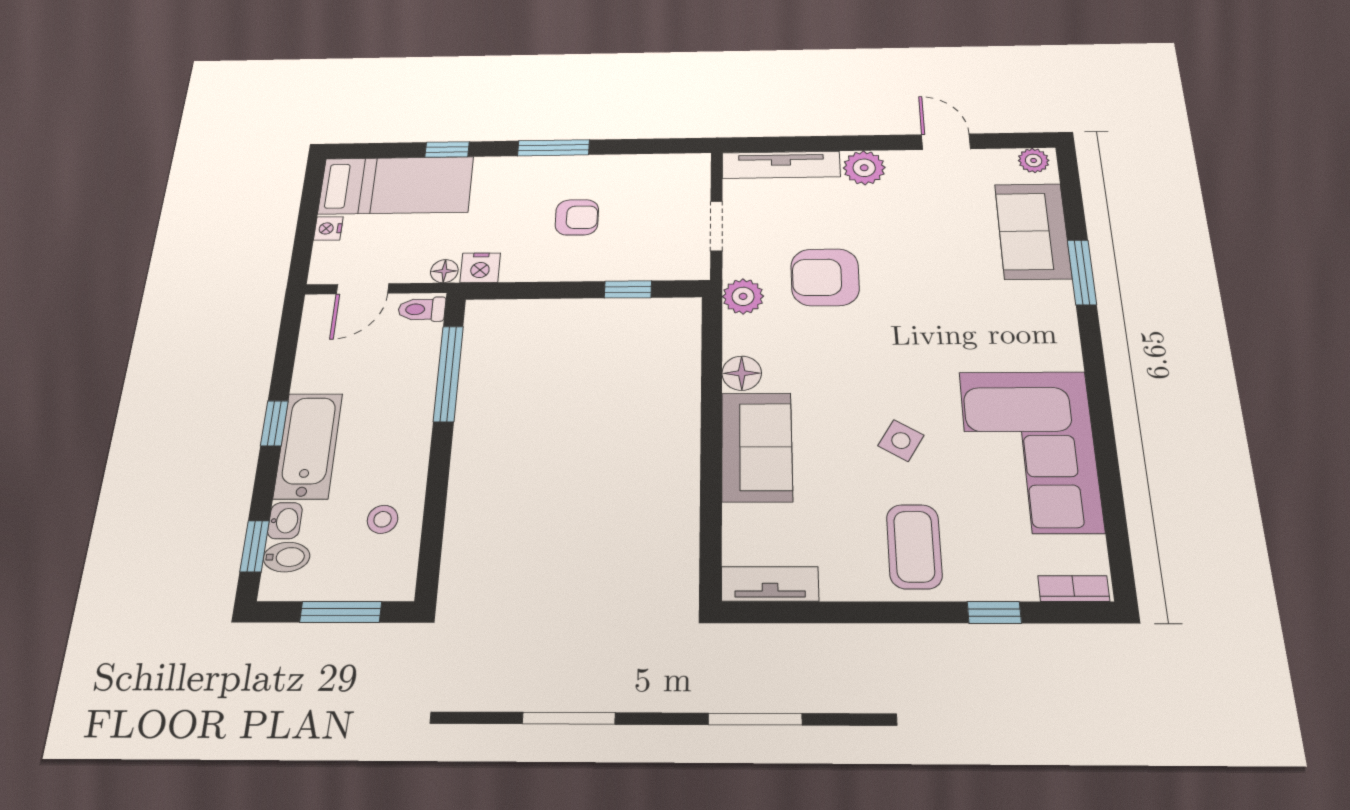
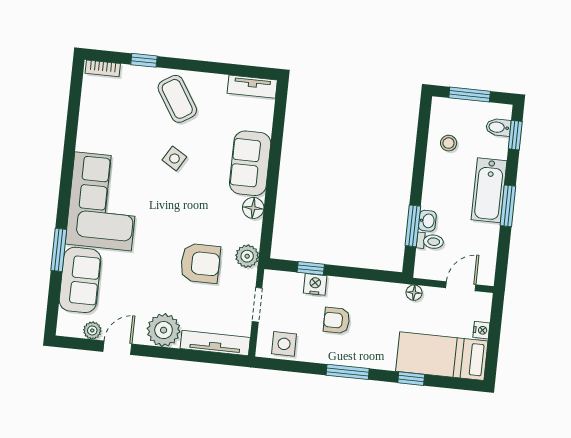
door: (946, 142) -> (117, 348), swing flipped
plant: (1034, 161) -> (92, 330), moved
plant: (864, 168) -> (164, 330), width x1.36, depth x1.36
side table: (664, 175) -> (284, 344), added
nightstand: (480, 268) -> (315, 284), moved
toilet: (422, 309) -> (430, 241), moved
window: (448, 374) -> (413, 226), width x0.69
window: (274, 423) -> (508, 206), width x1.50
corner sofa: (1030, 451) -> (103, 201), moved
washbasin: (285, 521) -> (427, 221), moved, turned 180
coffee table: (914, 546) -> (177, 99), turned -32

